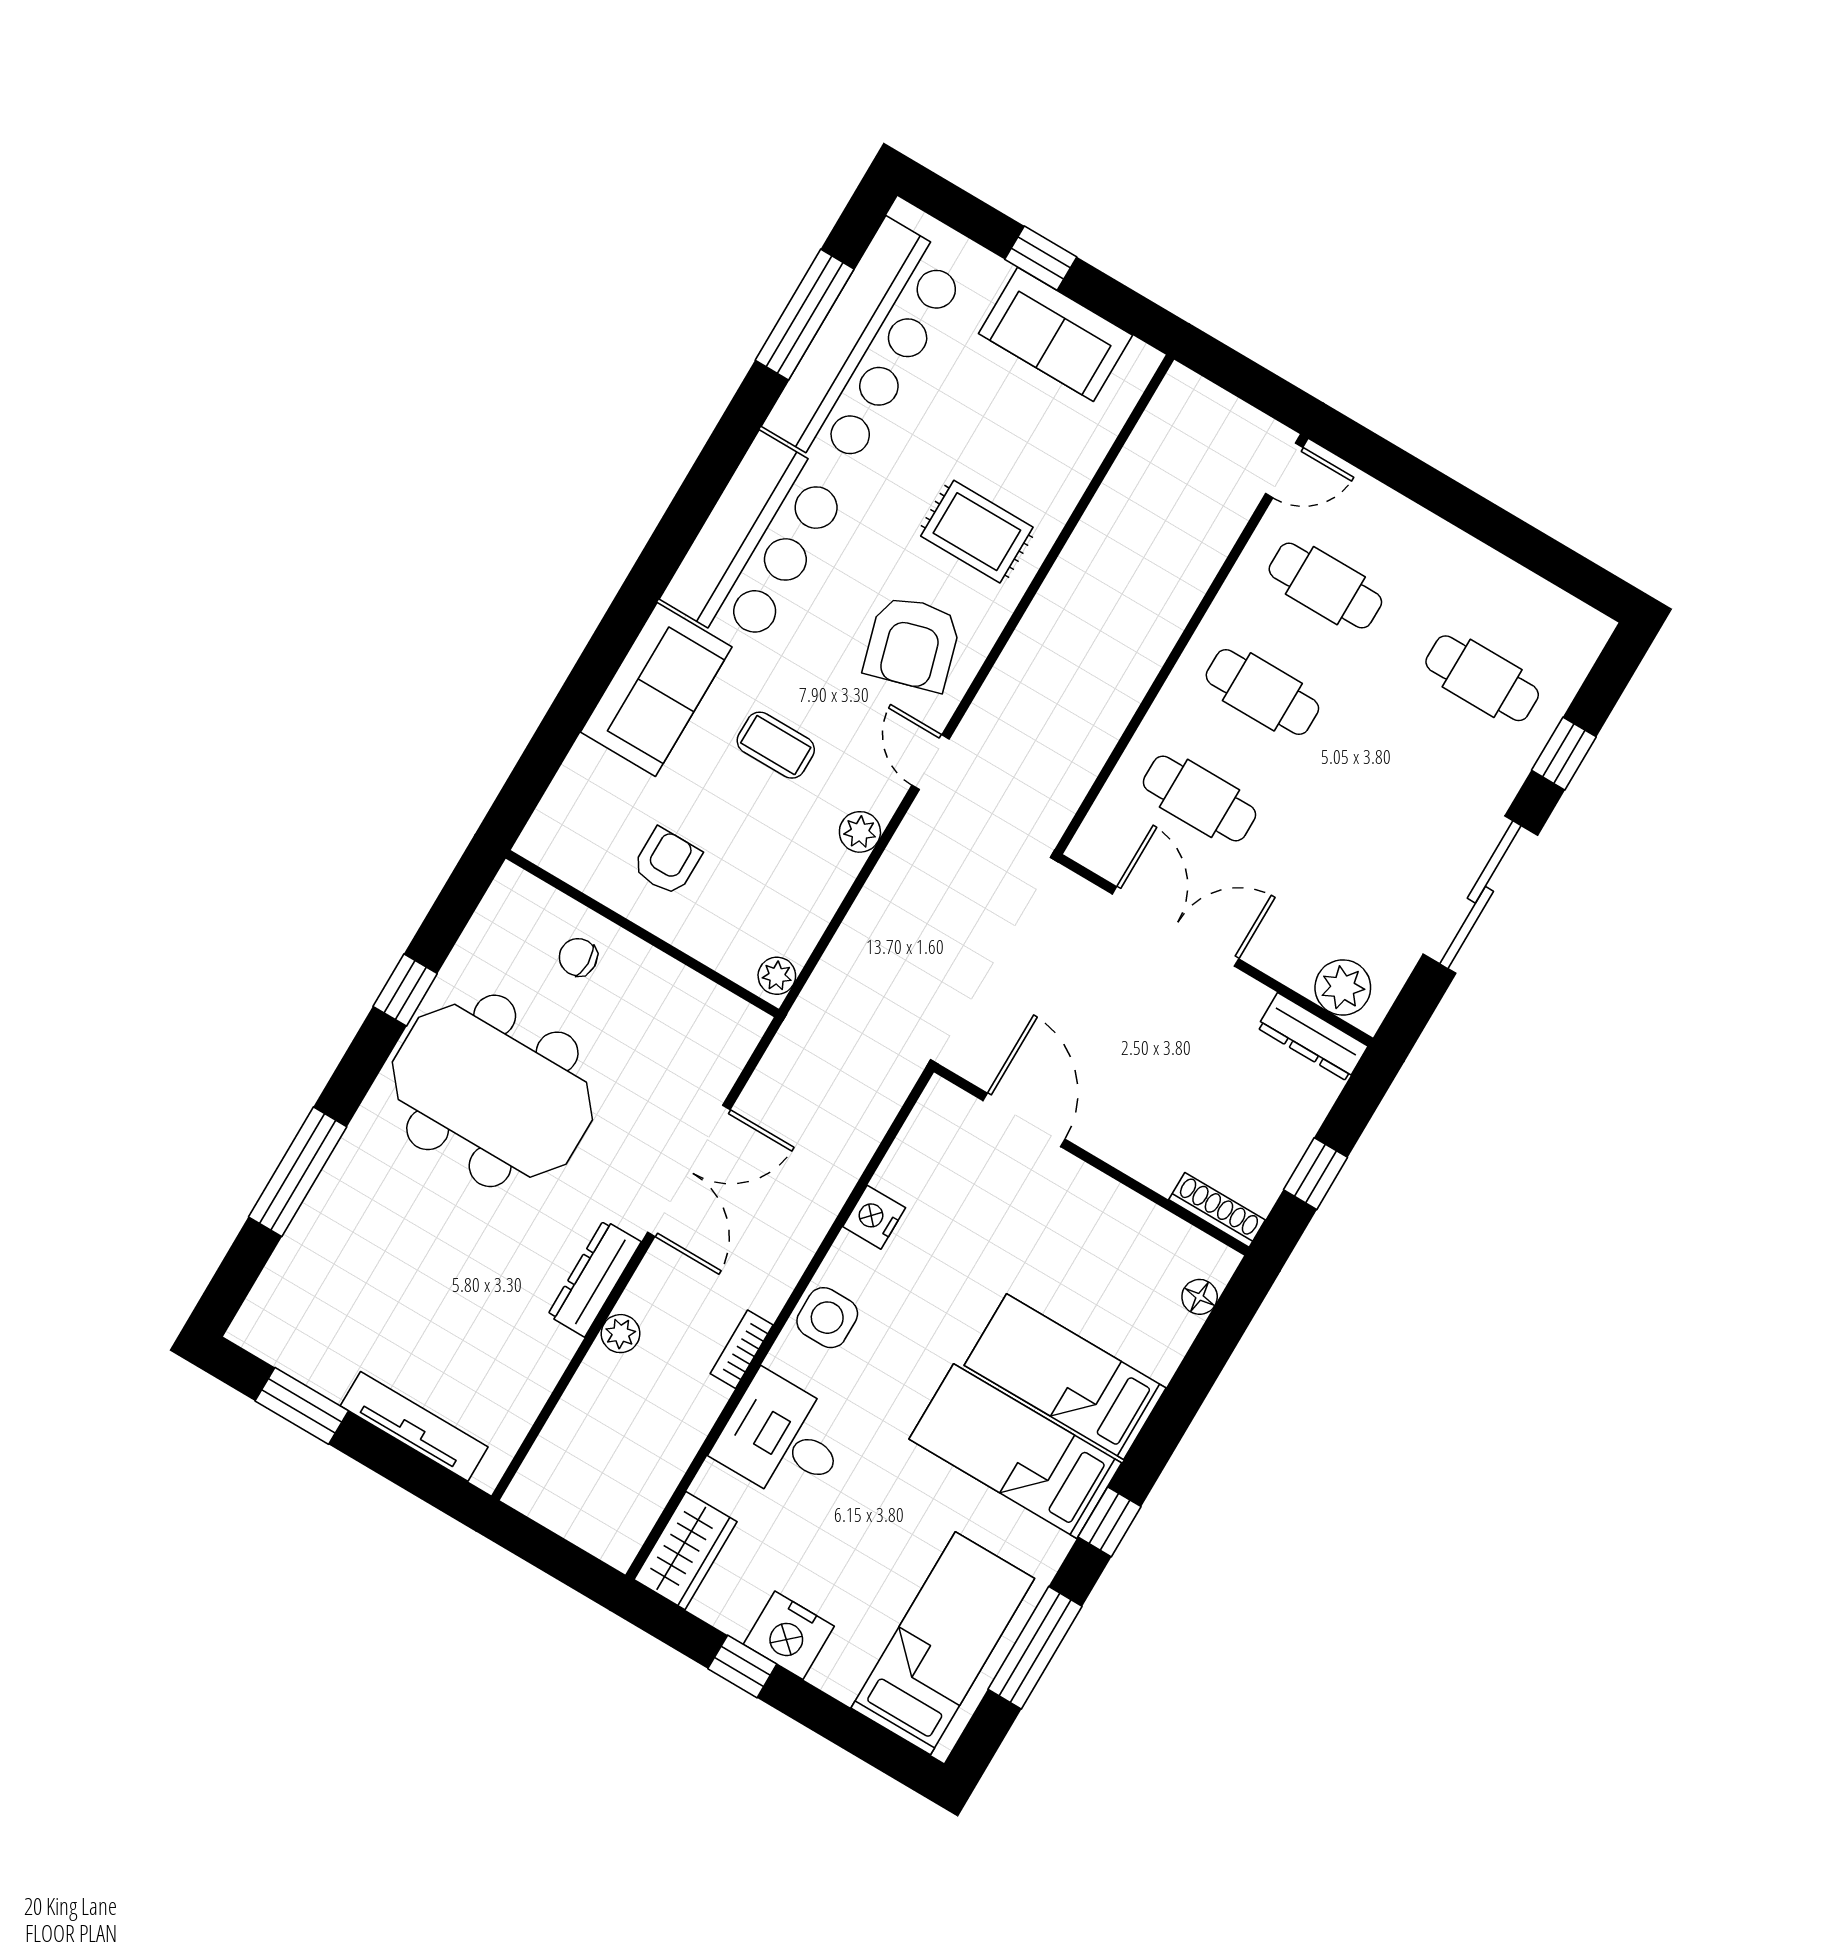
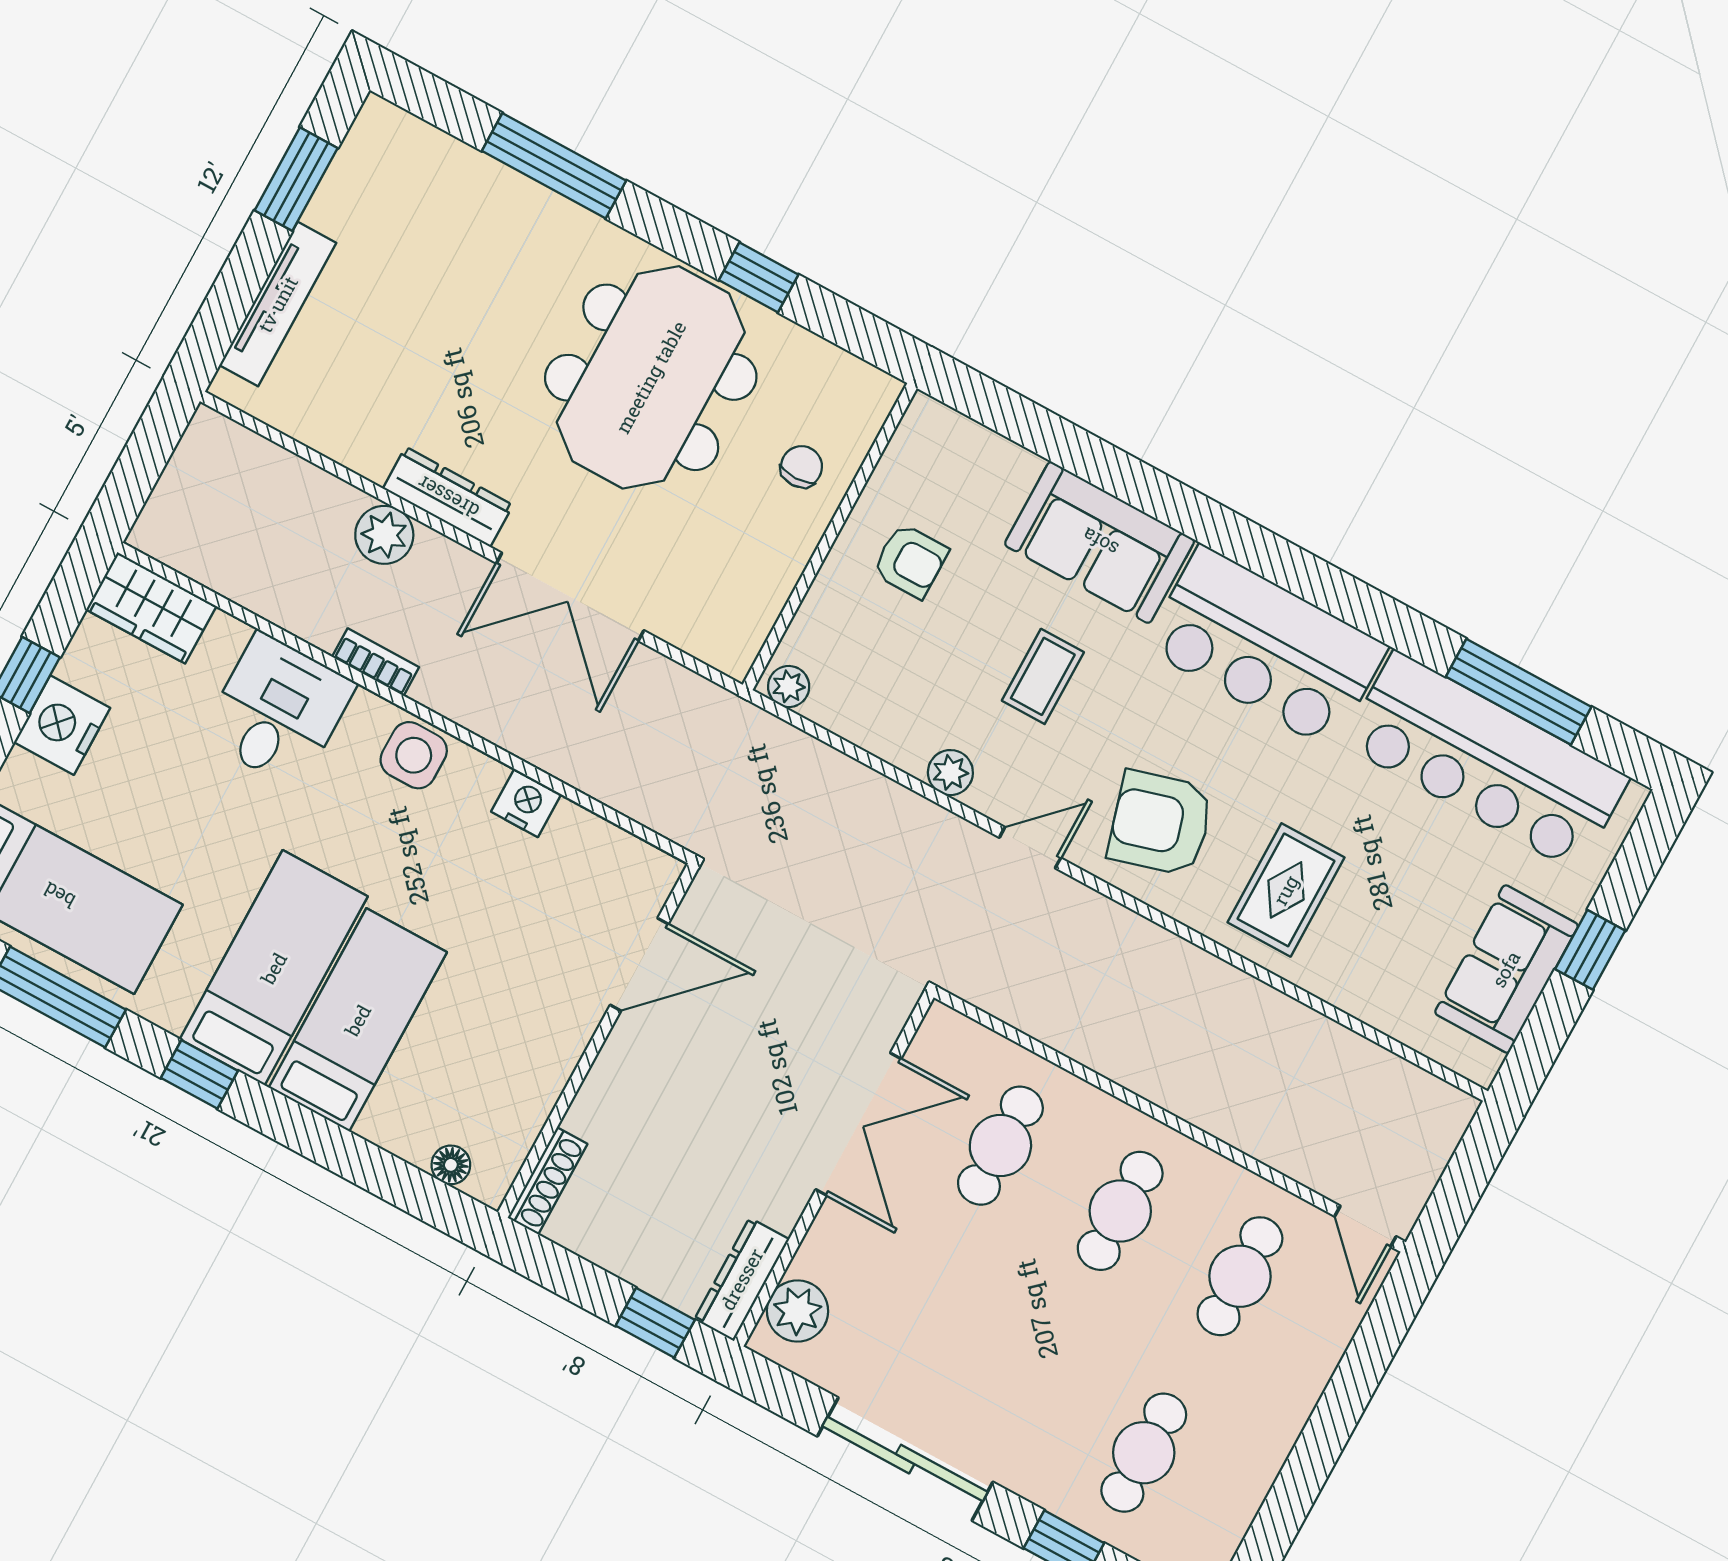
window: (1315, 1174) -> (655, 1323), moved
plant: (620, 1334) -> (384, 535), width x1.38, depth x1.38

